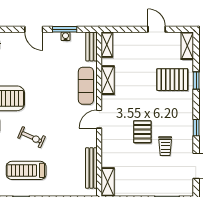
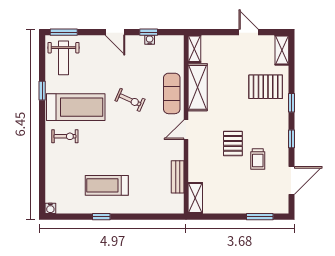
window: (65, 29) -> (149, 32), width x0.67
bench: (92, 47) -> (178, 51), removed
shelving: (108, 80) -> (198, 87), width x1.50, depth x1.33
window: (196, 81) -> (292, 103), moved
exercise bike: (32, 137) -> (130, 100), moved
bench: (91, 168) -> (178, 177), width x0.73

